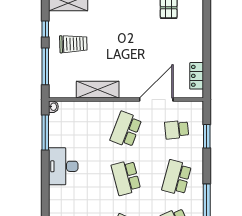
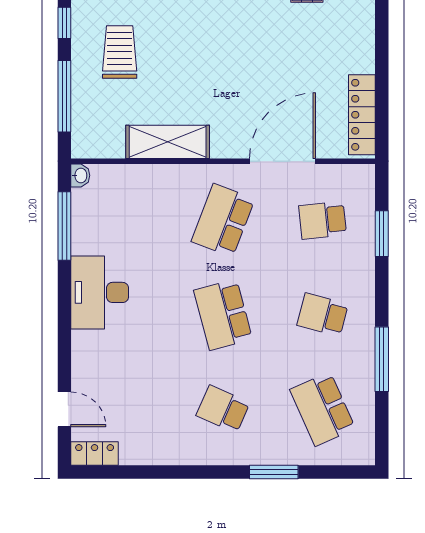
trolley: (73, 44) -> (120, 52), turned -88
locker: (197, 76) -> (362, 115), width x1.53
school desk: (177, 178) -> (323, 315), width x0.54

